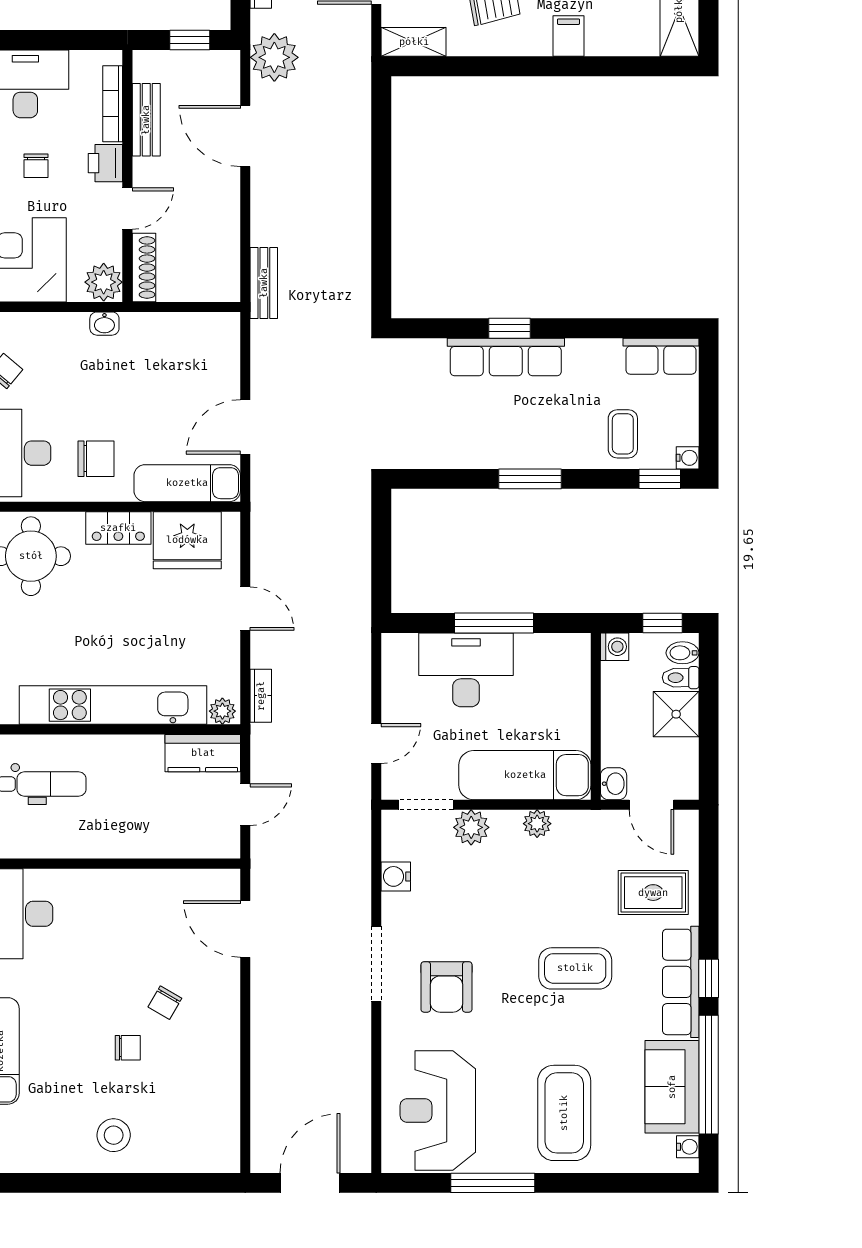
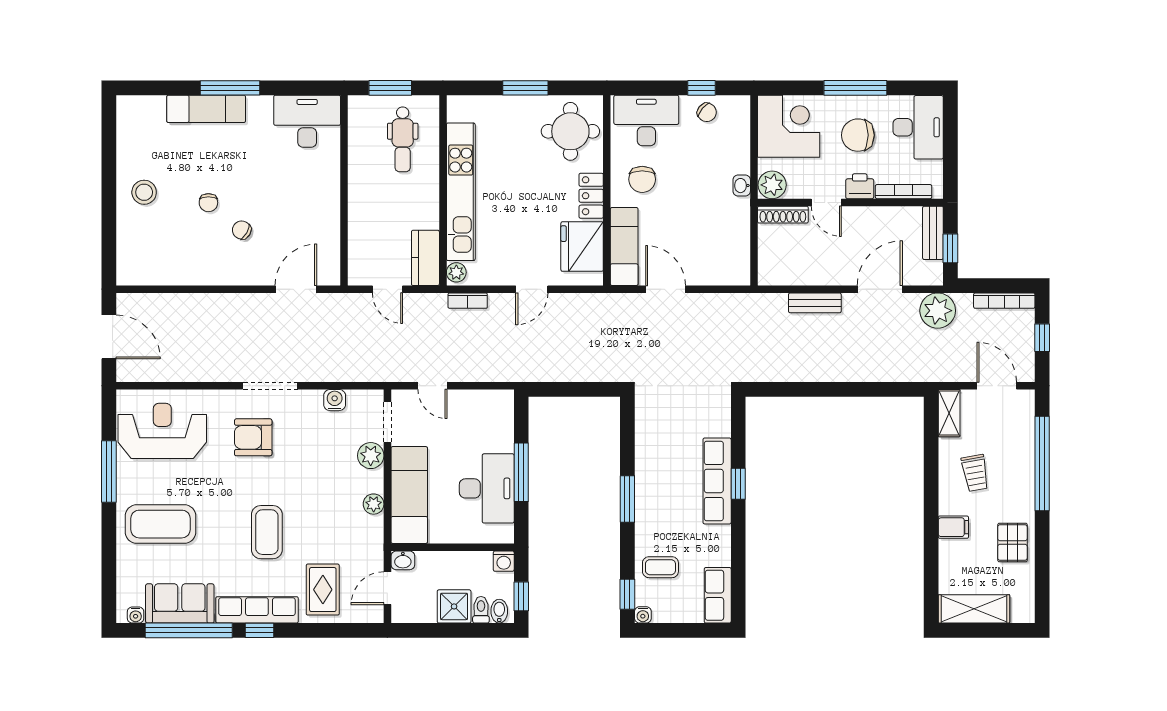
bench: (146, 120) -> (933, 233), moved, turned 90
chair: (36, 166) -> (858, 135), width x1.87, depth x1.87
bench: (264, 283) -> (815, 303), moved
desk: (466, 670) -> (487, 488), moved

